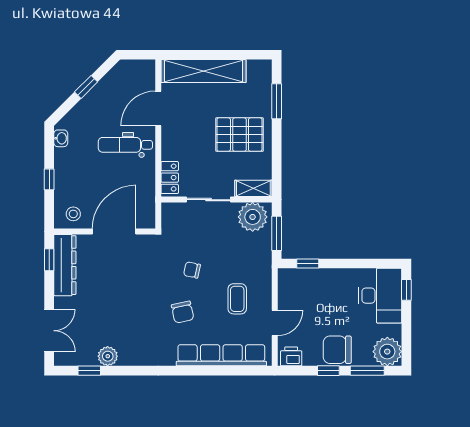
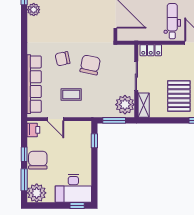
chair: (192, 270) -> (90, 65), width x1.87, depth x1.87

